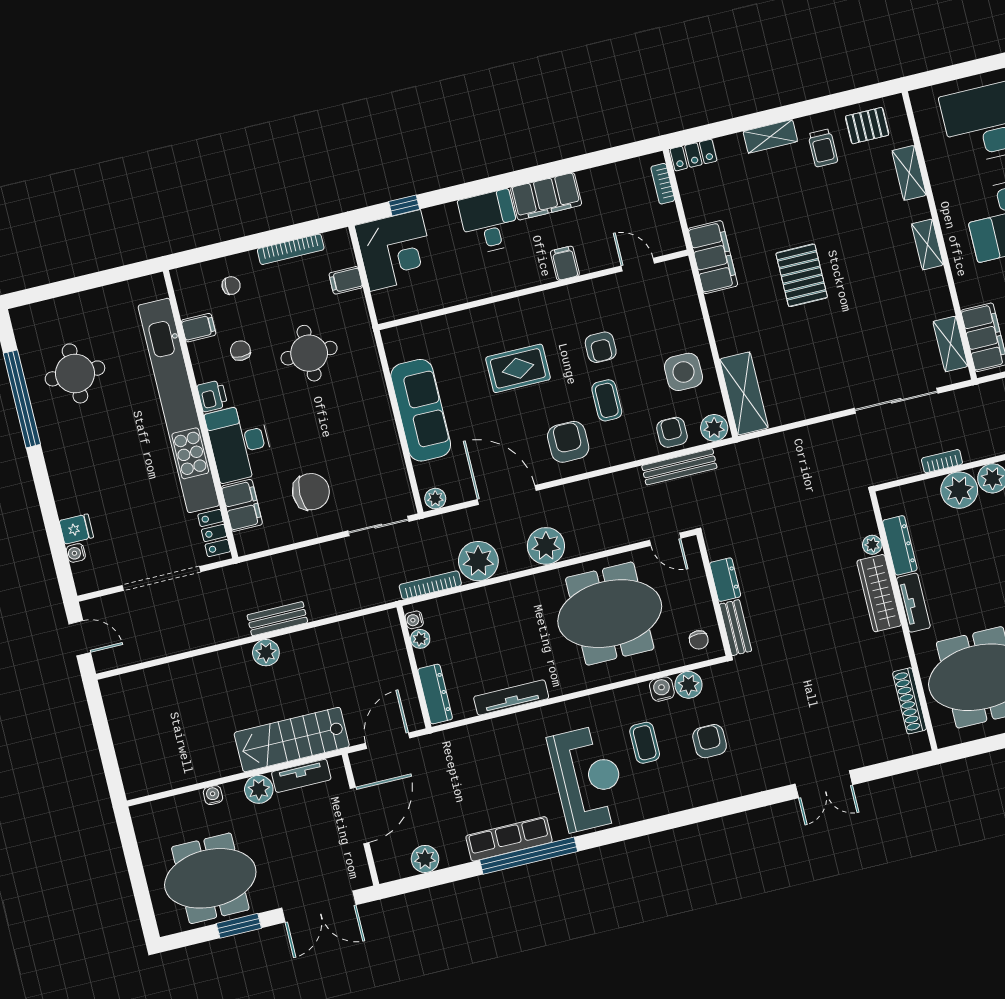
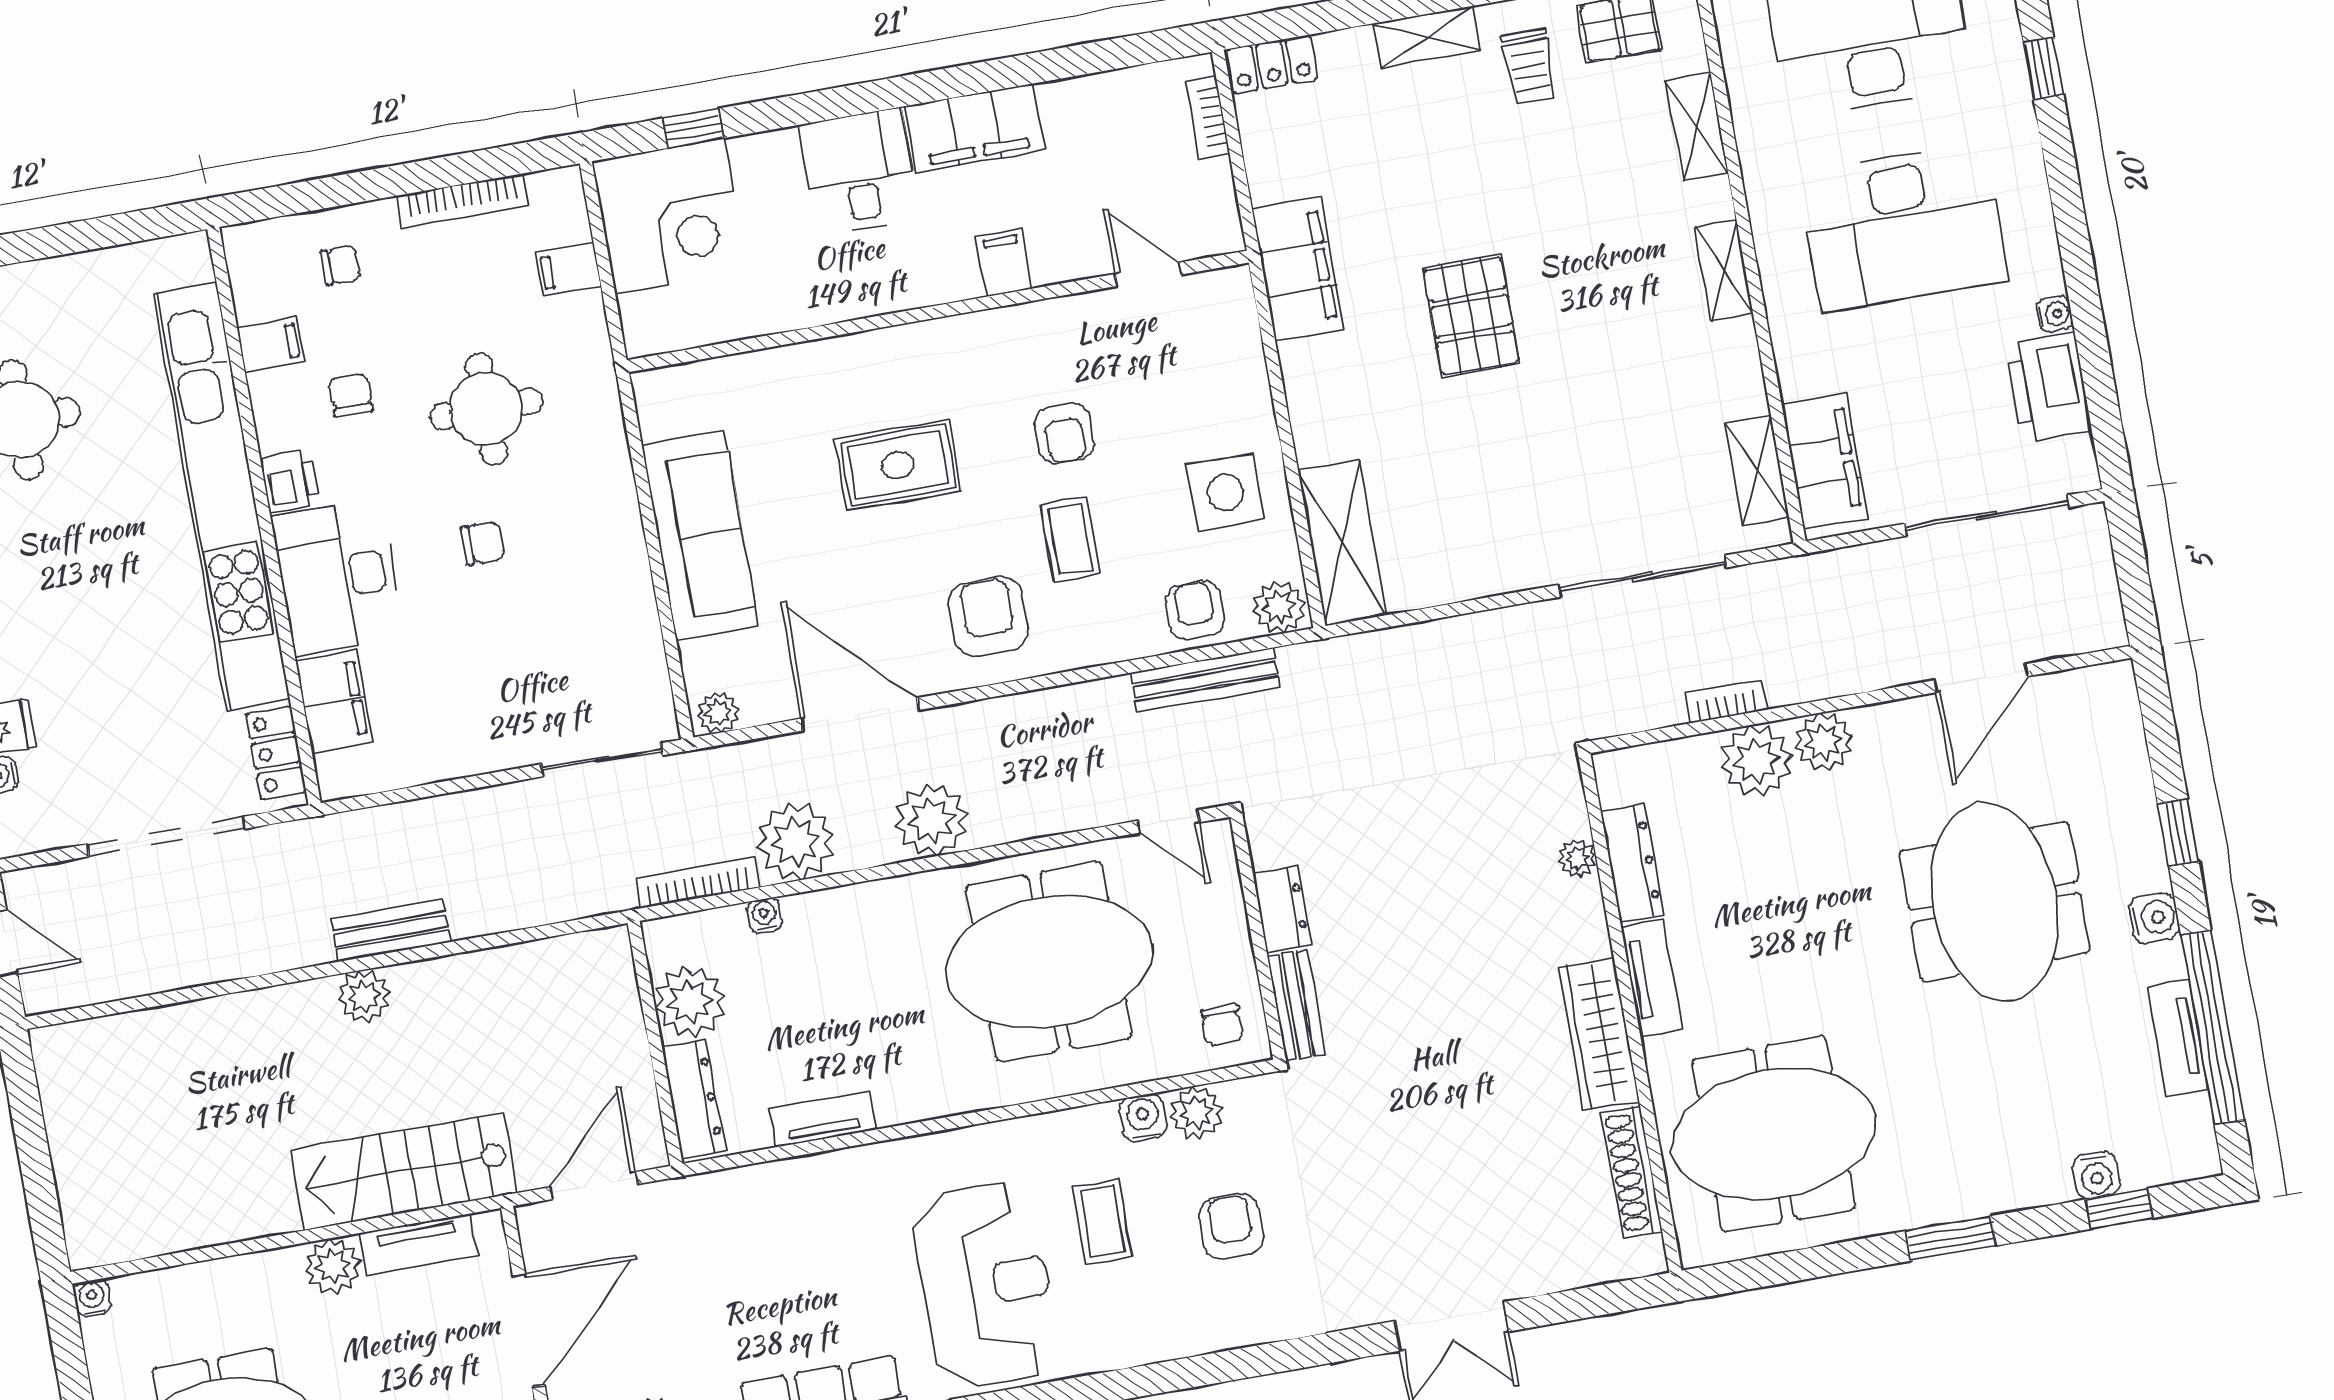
chair: (311, 492) -> (483, 543), moved, width x0.54, depth x0.54
wardrobe: (879, 593) -> (1599, 1034), moved
water cooler: (414, 620) -> (764, 915), moved, turned 90
plant: (420, 639) -> (690, 1002), width x1.87, depth x1.87
tv unit: (511, 697) -> (823, 1119), width x0.71
water cooler: (213, 795) -> (92, 1298), moved

